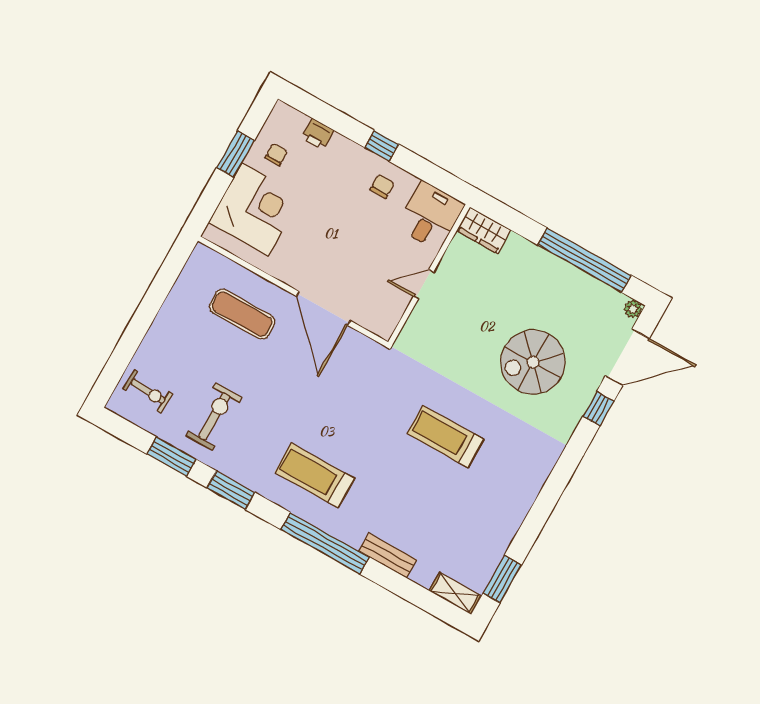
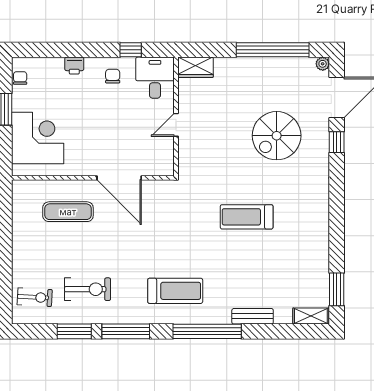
printer: (318, 134) -> (74, 66), moved
window: (382, 146) -> (131, 50), moved
chair: (276, 155) -> (20, 78), moved
exercise bike: (214, 416) -> (87, 289), turned 90
treadmill: (315, 476) -> (175, 291), turned 180
window: (231, 490) -> (126, 331), width x1.44

